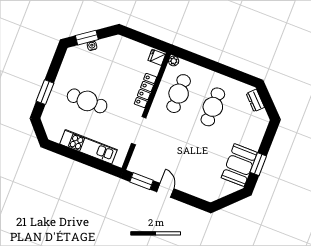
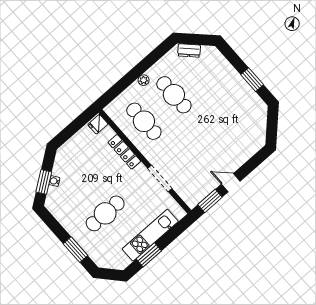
plant: (174, 61) -> (144, 80), moved
window: (72, 154) -> (149, 255), added
booth: (239, 165) -> (244, 98), removed

